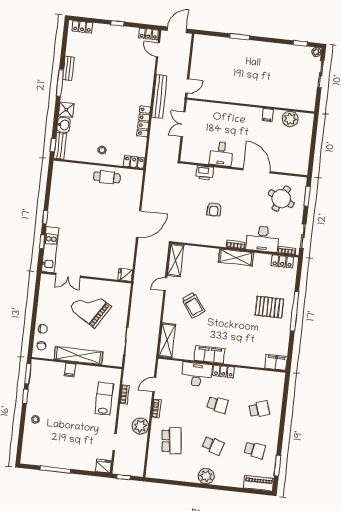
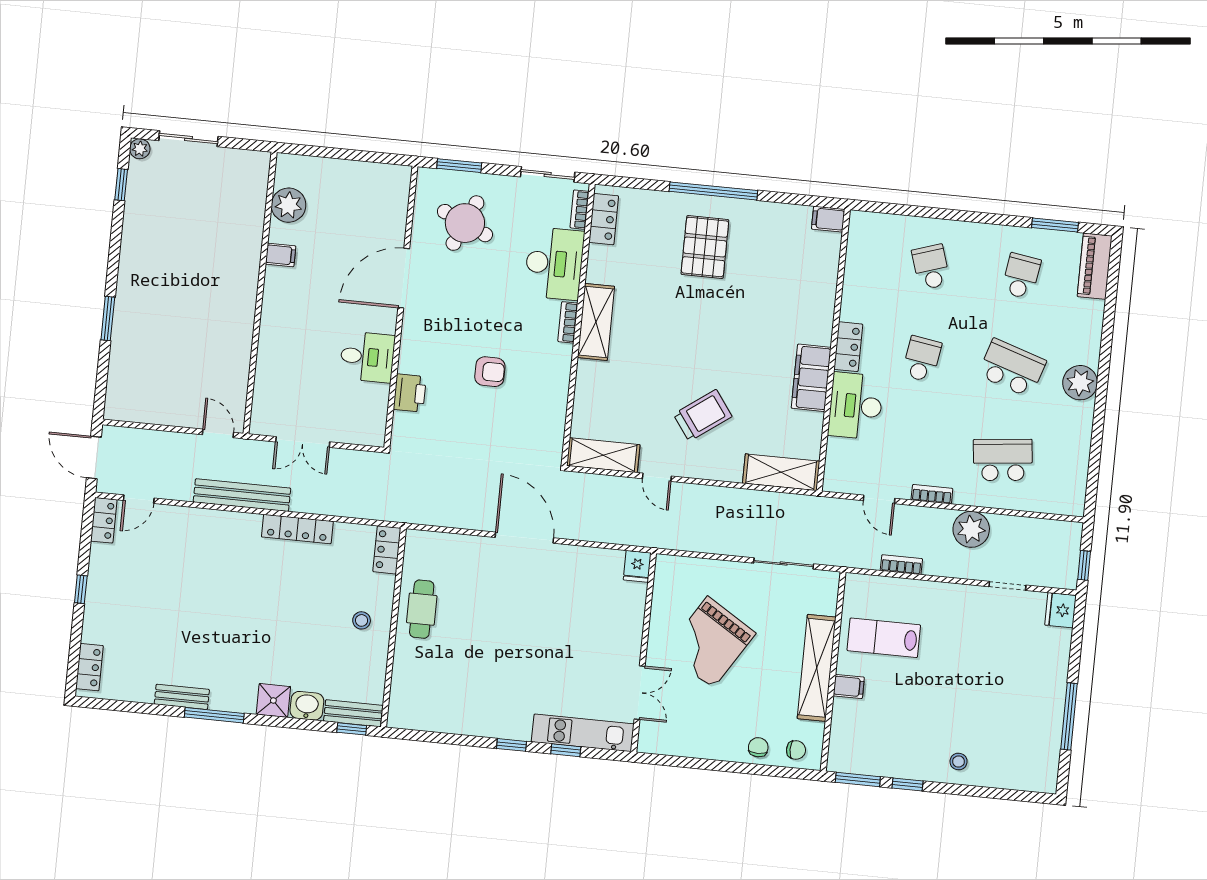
filing cabinet: (276, 362) -> (828, 219), width x0.50
lab bench: (104, 399) -> (884, 638), moved
school desk: (213, 445) -> (1012, 368), width x1.85

